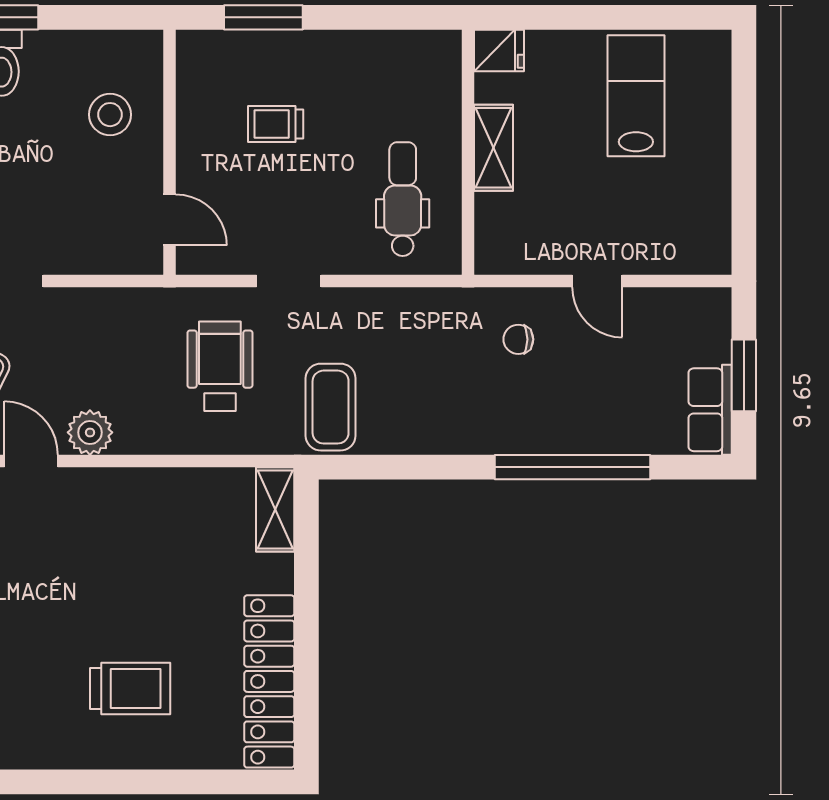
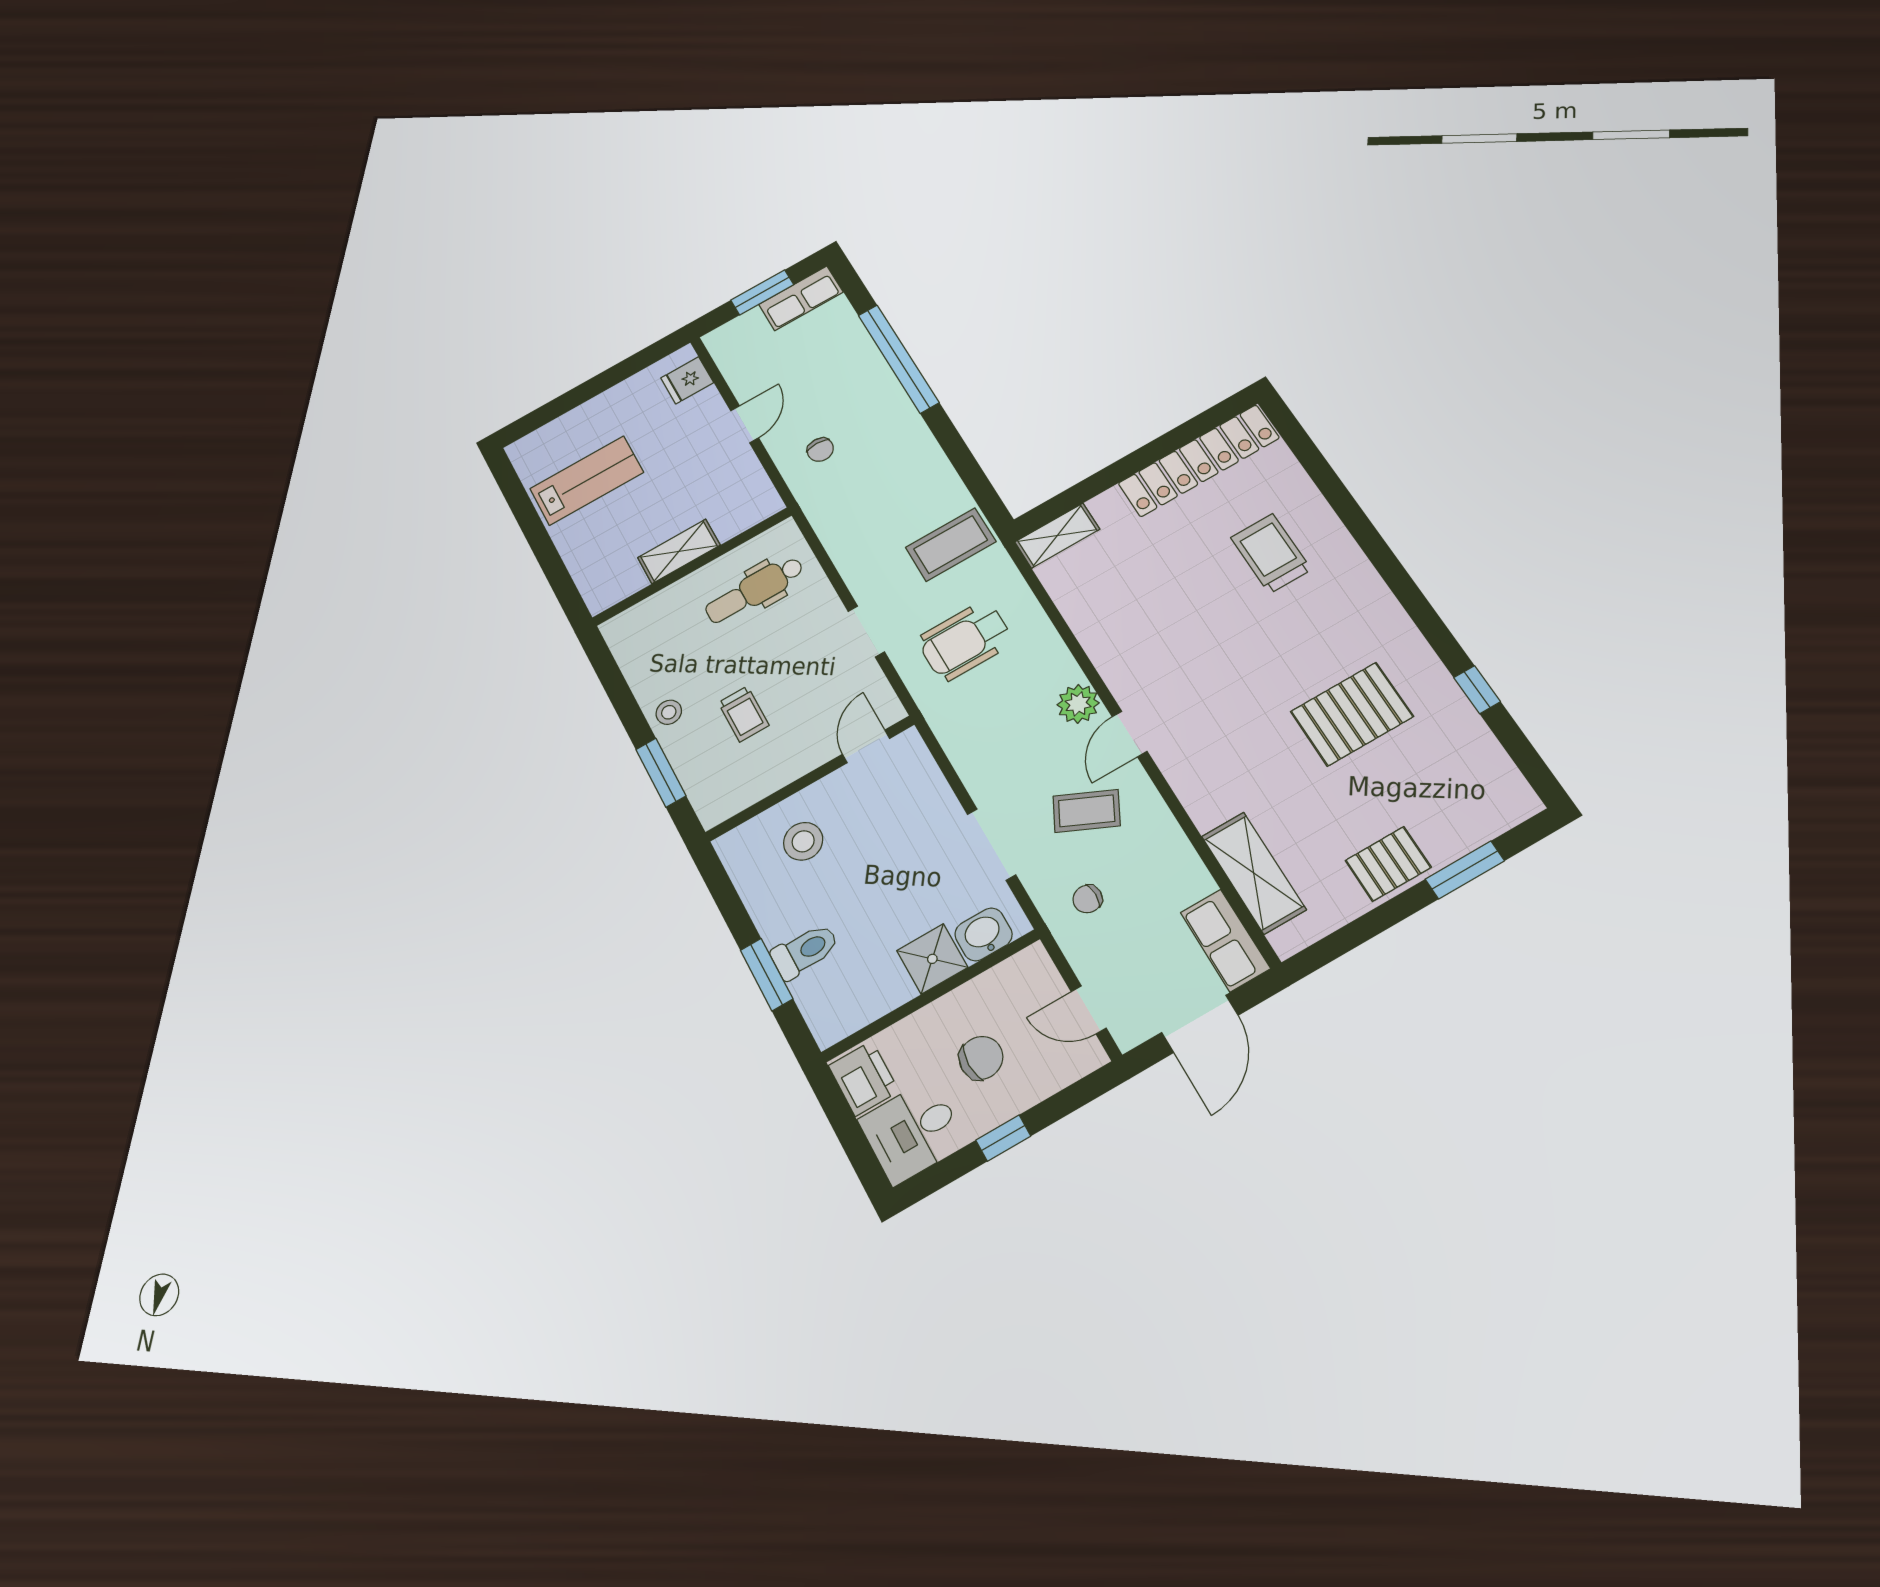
fridge: (499, 50) -> (687, 380), moved, turned -90
stool: (323, 55) -> (669, 712), added
lab bench: (636, 96) -> (587, 481), turned 180

